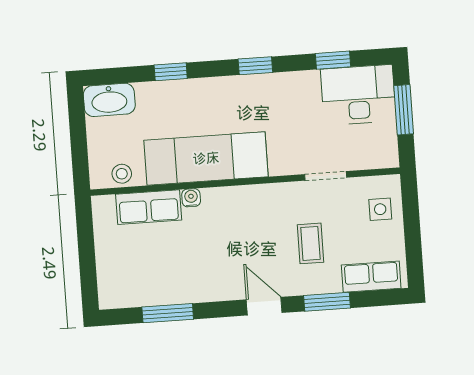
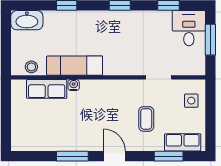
desk: (358, 95) -> (189, 28), width x0.73
exam couch: (206, 158) -> (75, 66), width x0.73, depth x0.69
window: (327, 302) -> (169, 156), moved
window: (168, 313) -> (72, 156), moved

